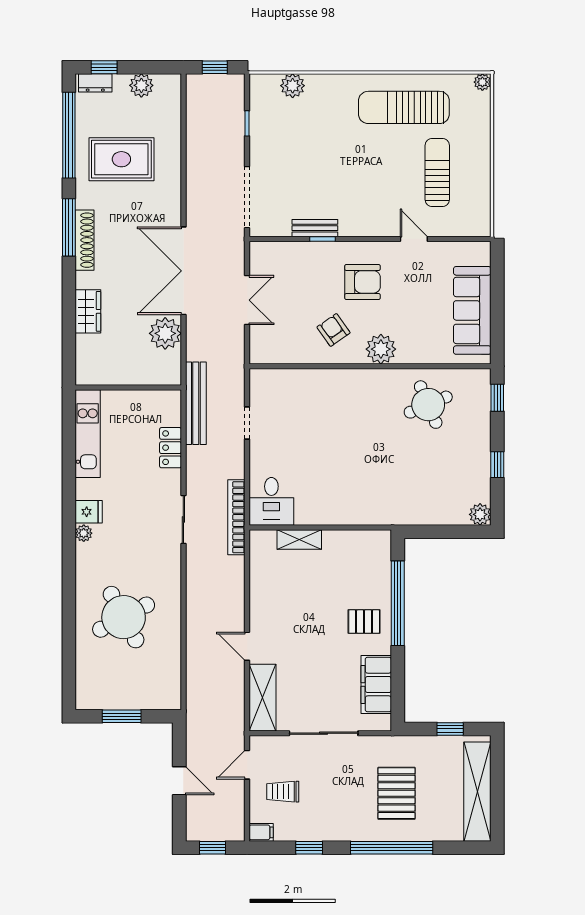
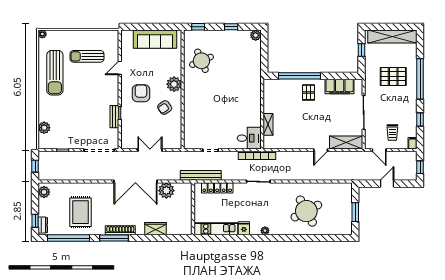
plant: (141, 85) -> (44, 192), moved
locker: (171, 448) -> (217, 188), width x1.53
fridge: (89, 512) -> (244, 228), moved

